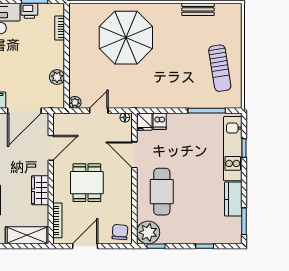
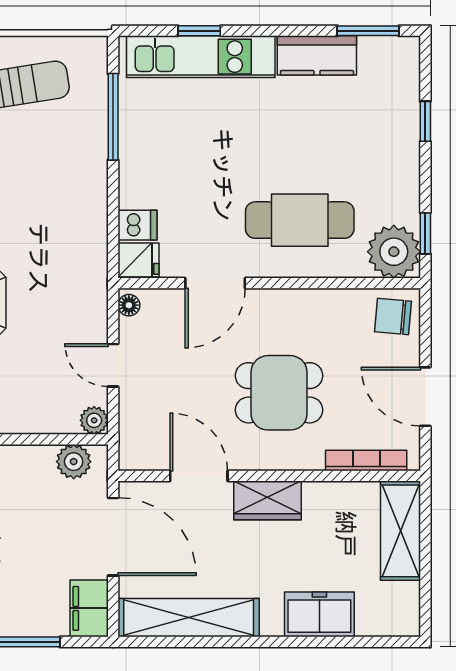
plant: (57, 77) -> (74, 462), moved
wardrobe: (40, 190) -> (267, 500), moved

